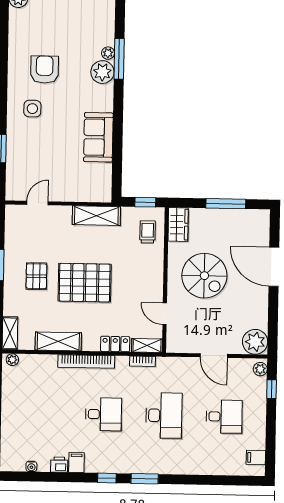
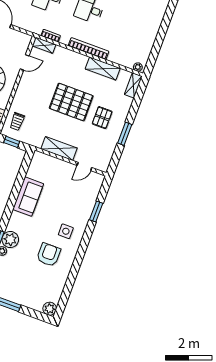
armchair: (45, 70) -> (49, 255), turned 180
shelving: (96, 216) -> (59, 148), moved
door: (165, 314) -> (25, 62), hinge flipped
locker: (115, 344) -> (65, 54), removed

